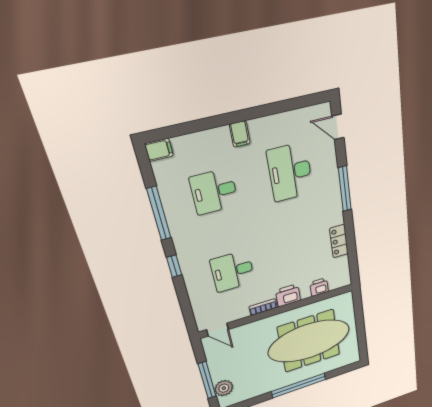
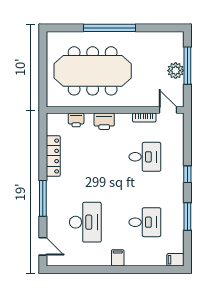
window: (159, 214) -> (187, 217), width x0.69
locker: (339, 241) -> (53, 156), width x1.53
bookcase: (263, 307) -> (144, 118), moved
plant: (224, 388) -> (176, 71), moved

